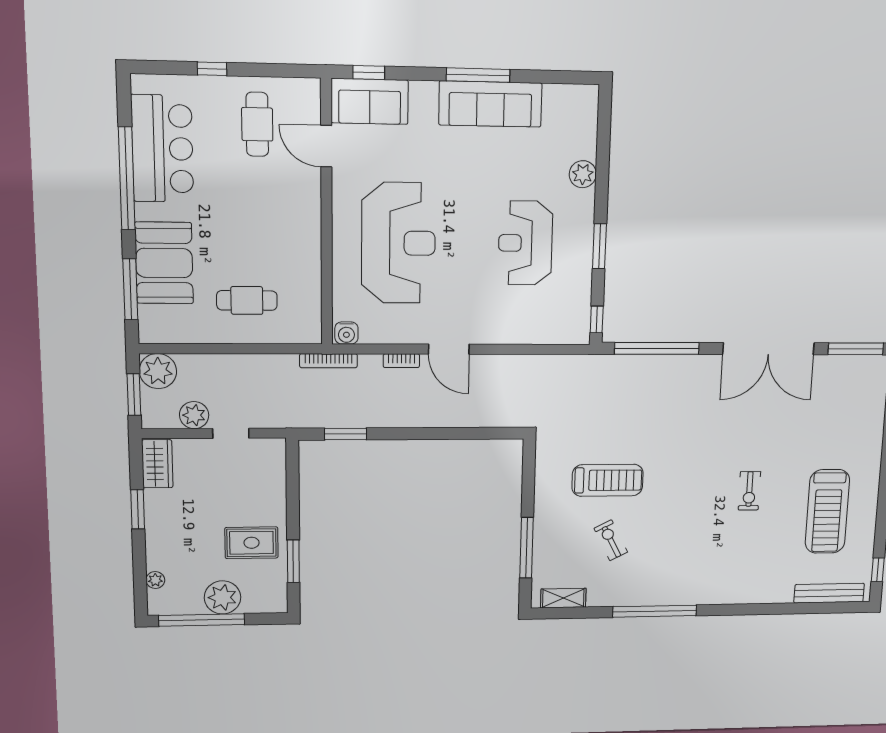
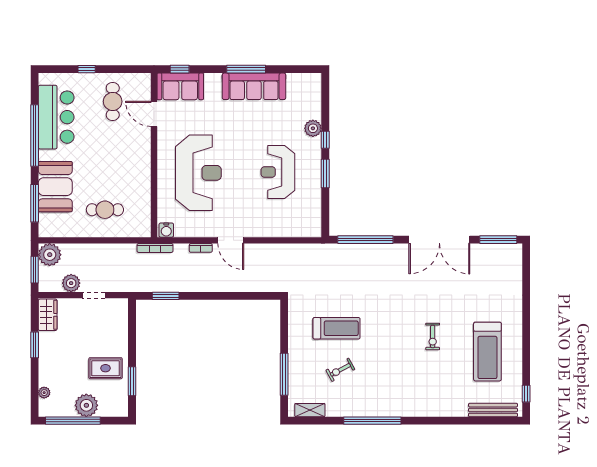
window: (597, 319) -> (325, 140), moved
exercise bike: (611, 540) -> (340, 370), turned -91

